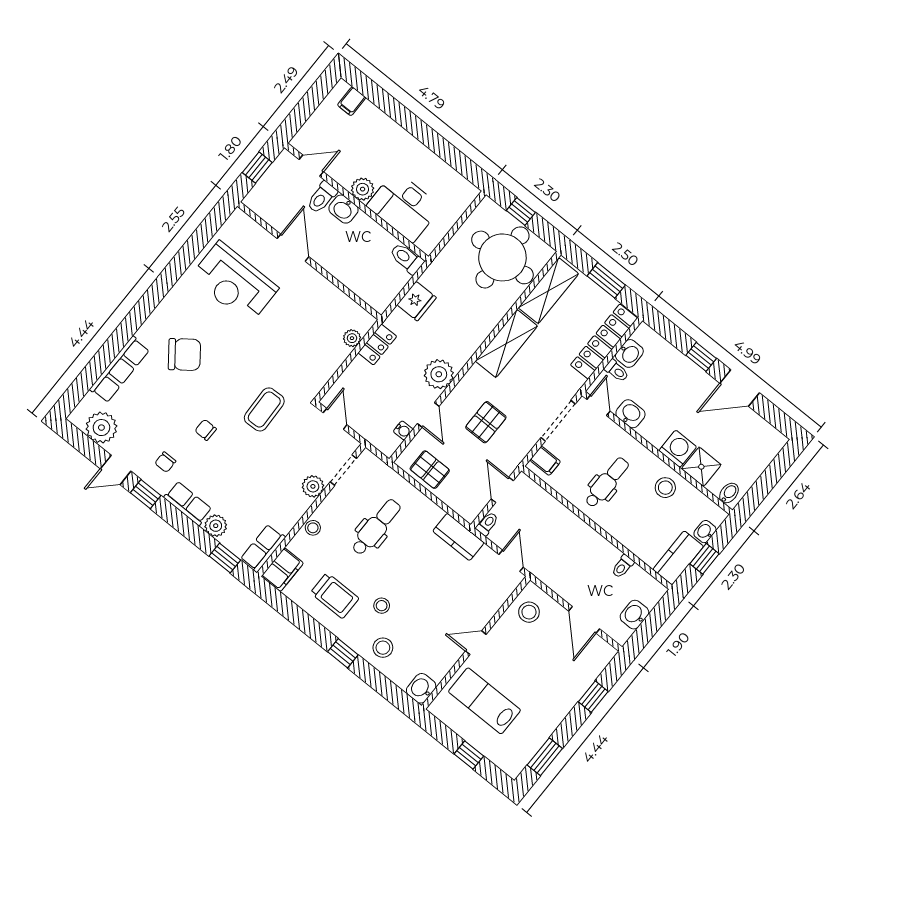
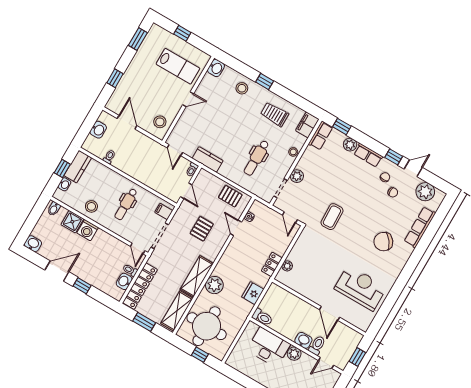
plant: (439, 374) -> (214, 285), moved
washbasin: (630, 414) -> (33, 244), moved, turned 180
chair: (206, 430) -> (393, 192), moved
stool: (382, 606) -> (246, 113), removed

